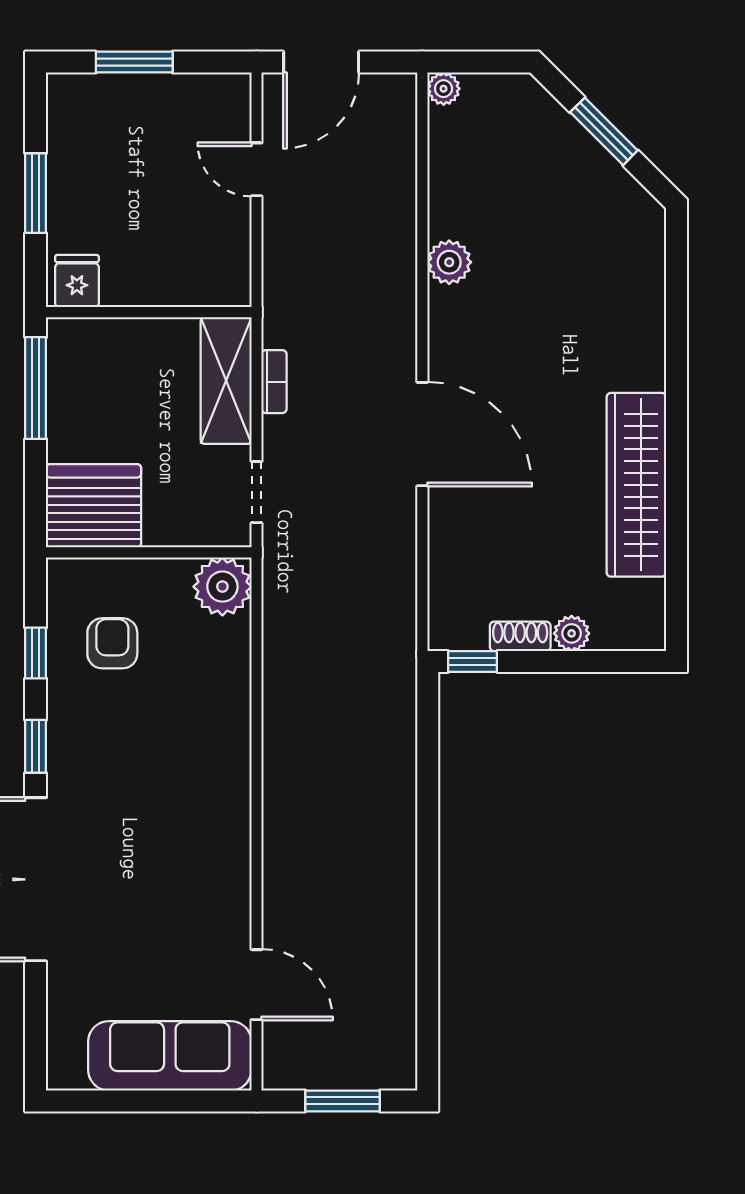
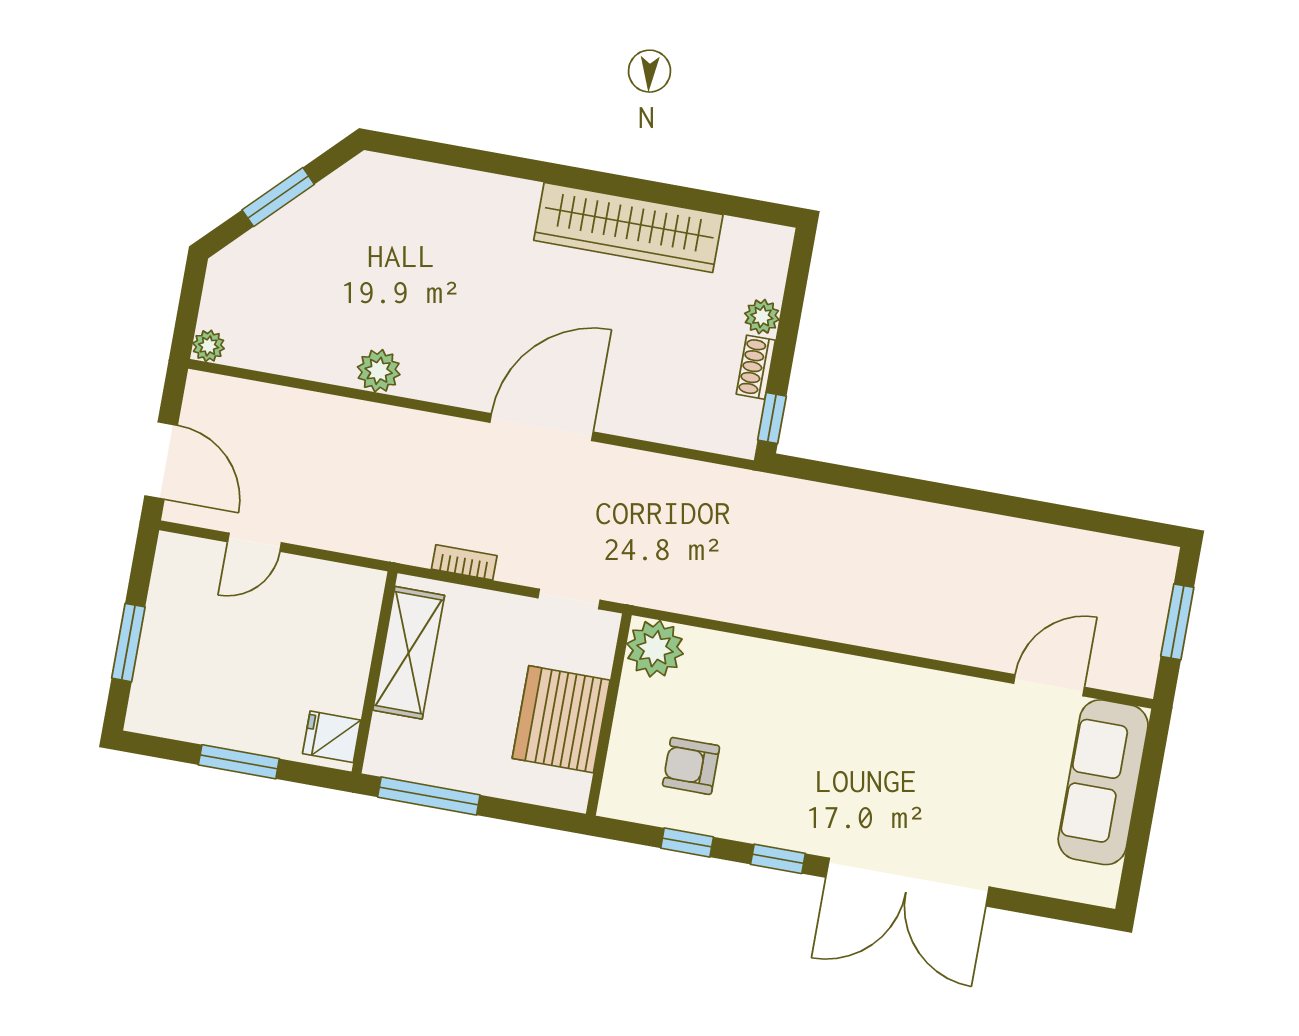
shelving: (226, 381) -> (409, 653), moved, turned 90
server rack: (94, 506) -> (561, 719), moved

